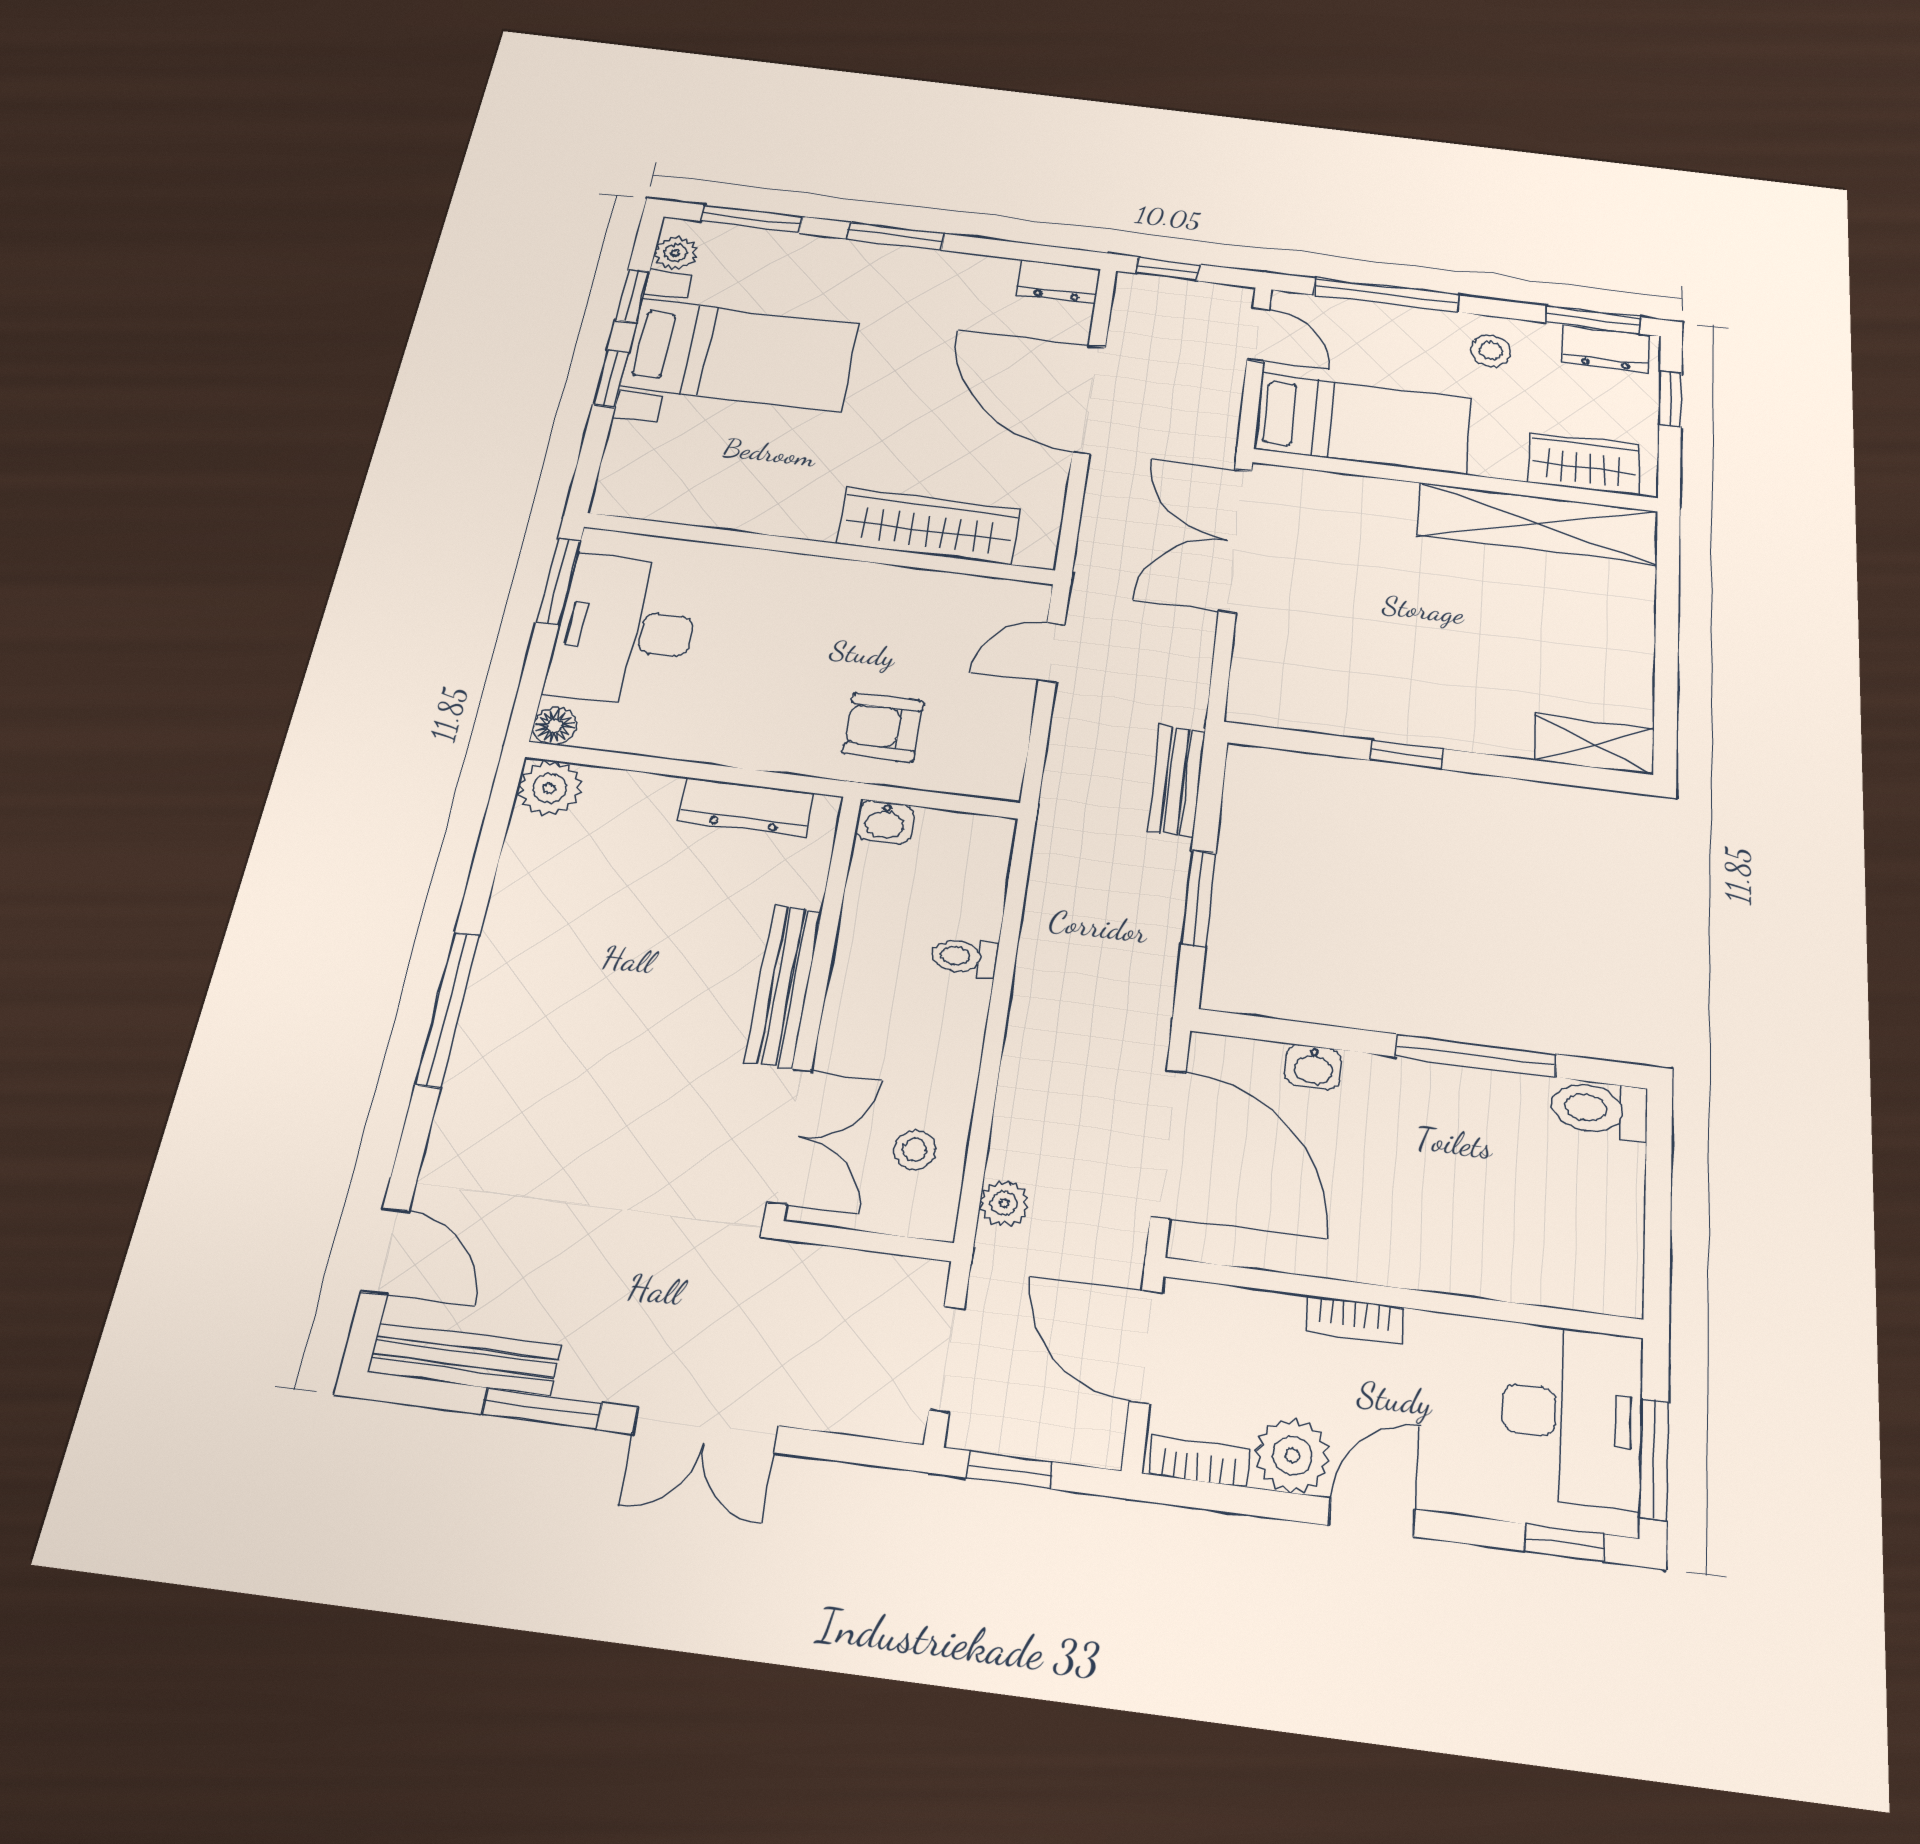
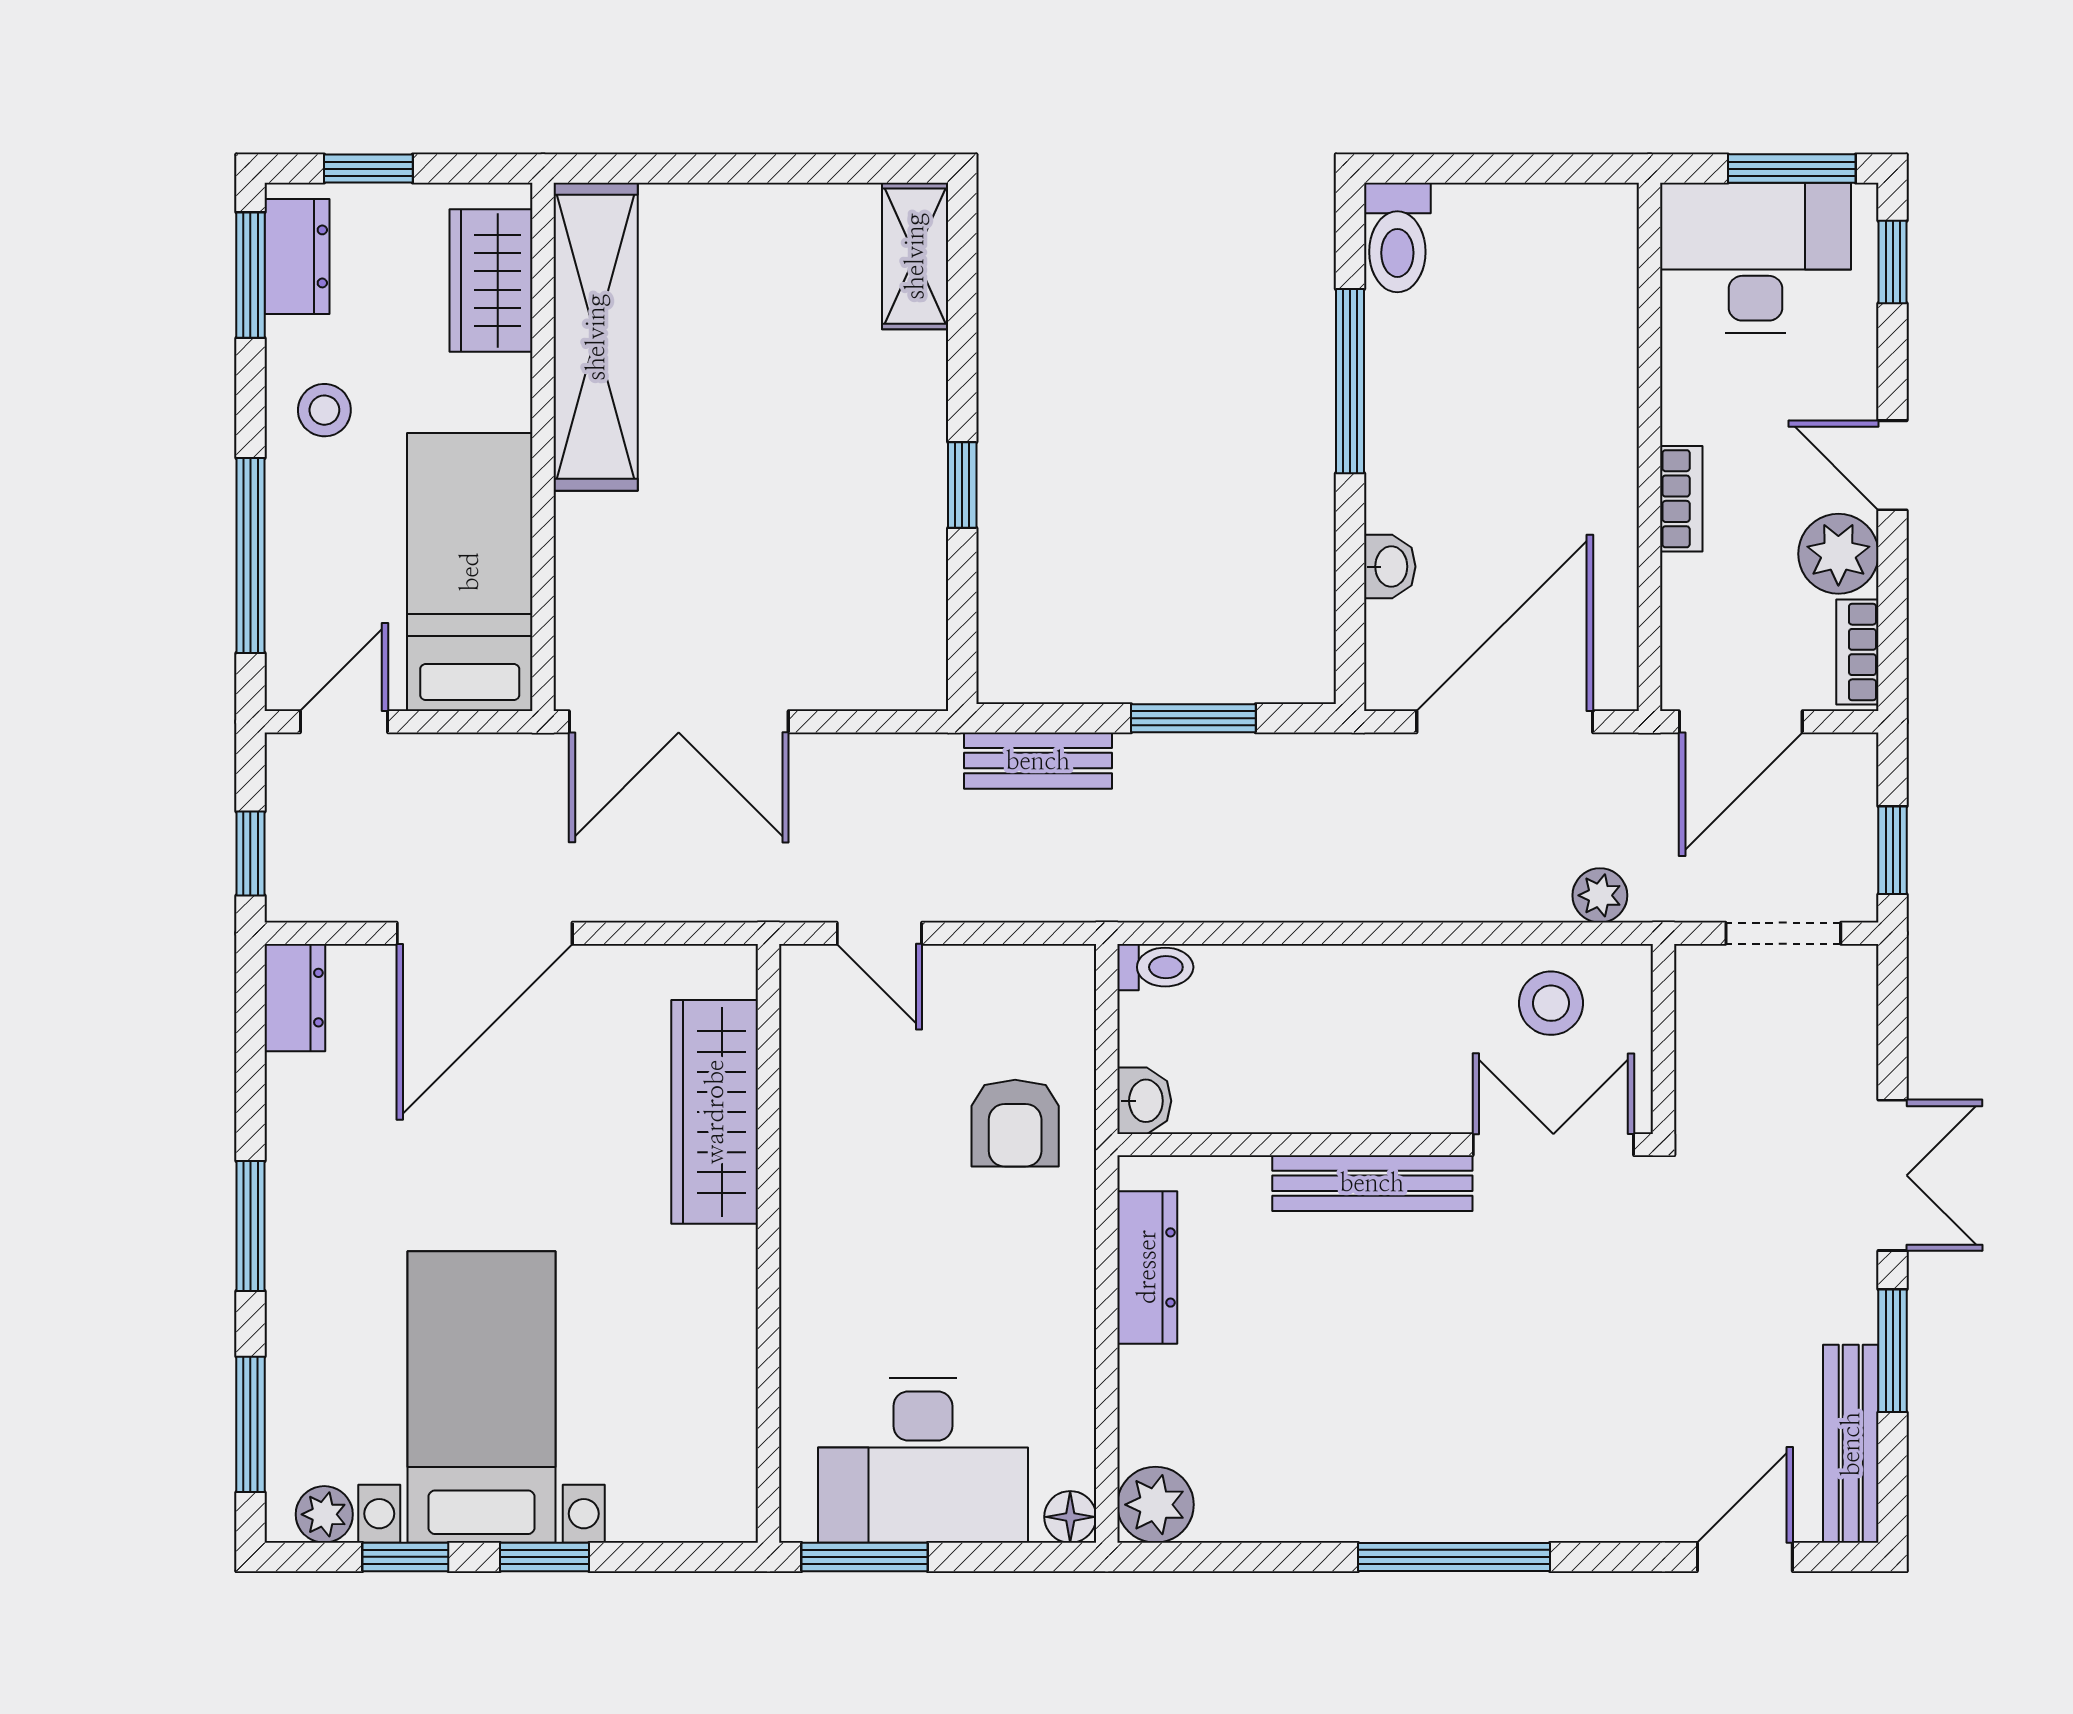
toilet: (964, 957) -> (1155, 967), moved, turned -90
stool: (915, 1150) -> (1551, 1003), width x1.37, depth x1.37

